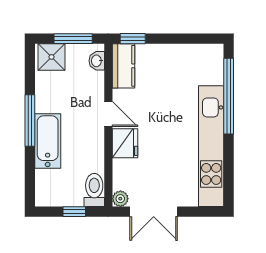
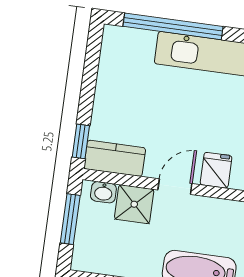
shower: (51, 57) -> (134, 204), moved
fridge: (125, 143) -> (216, 170), width x0.72

